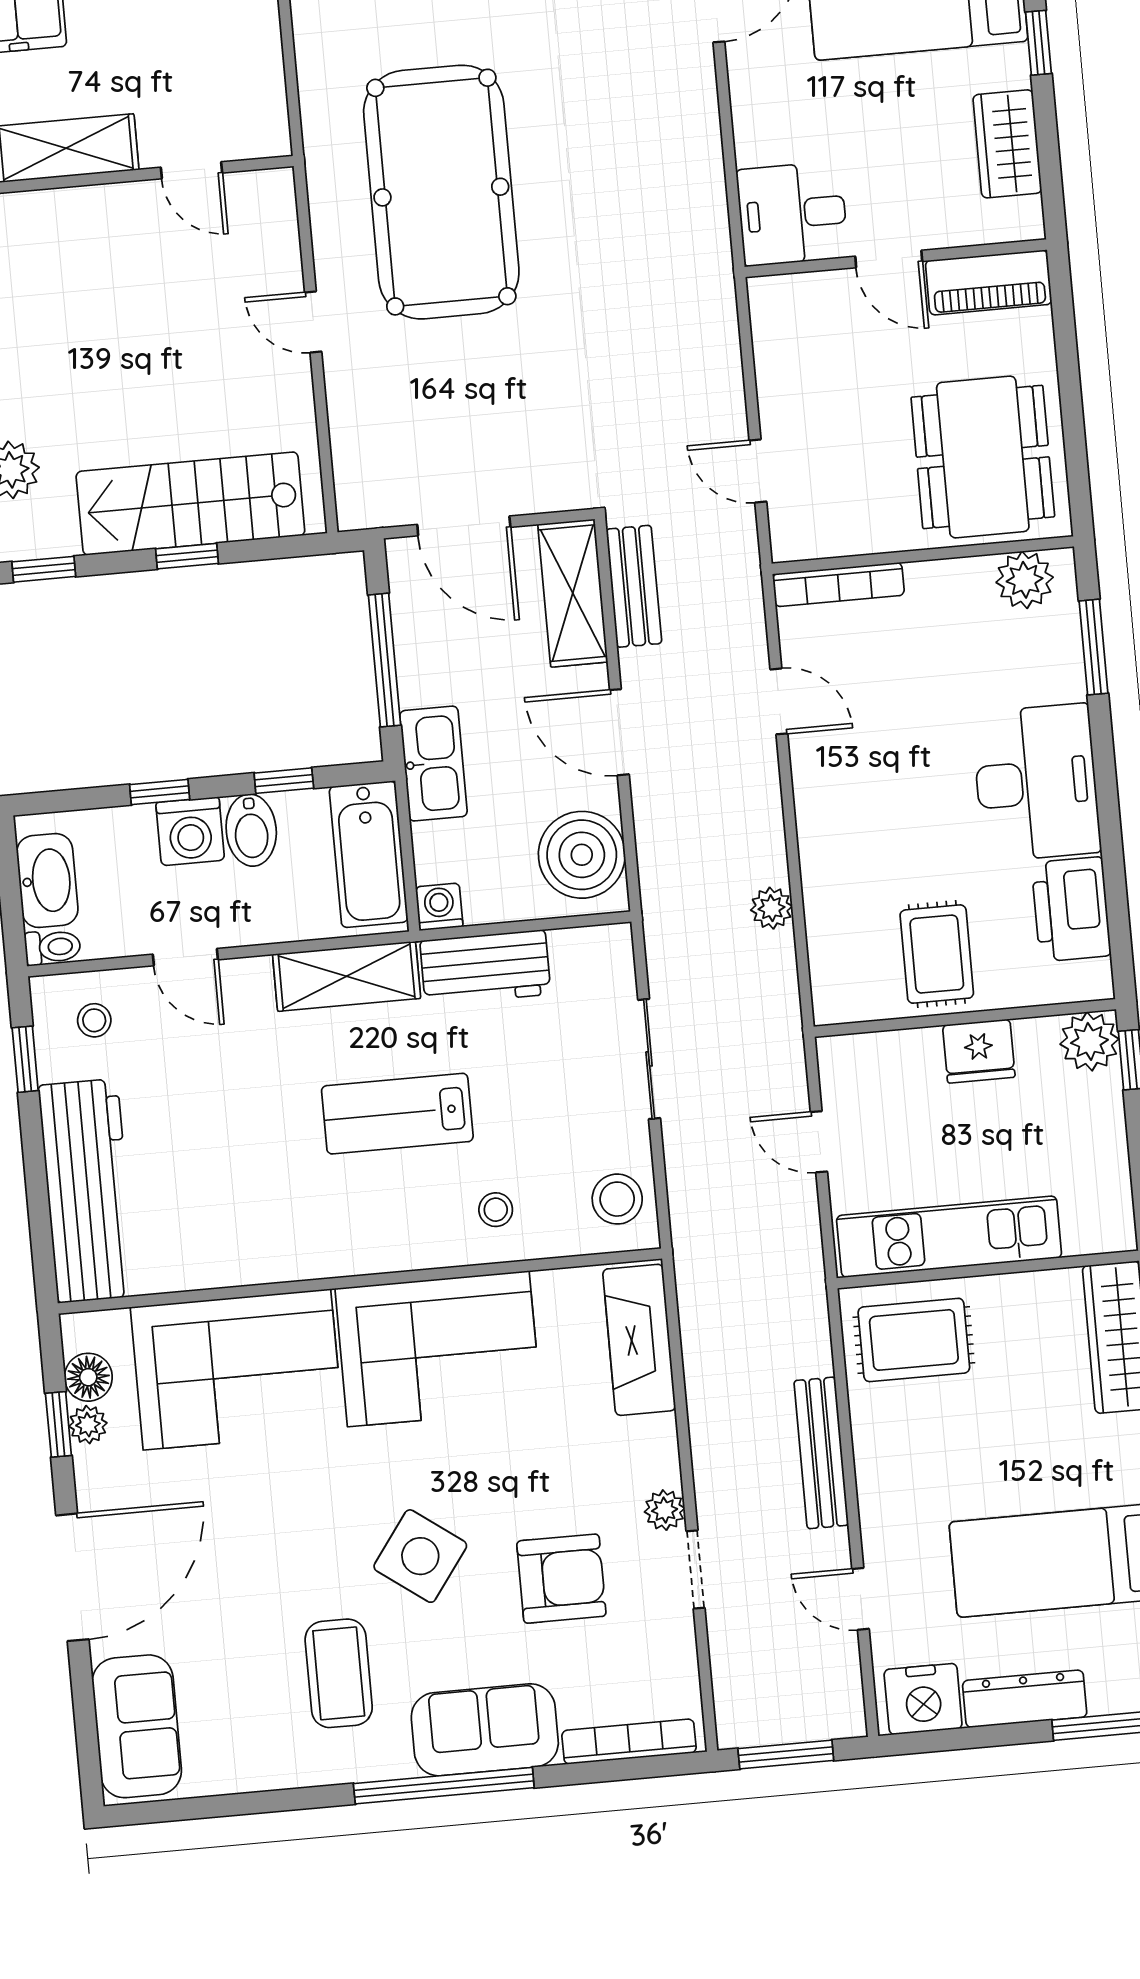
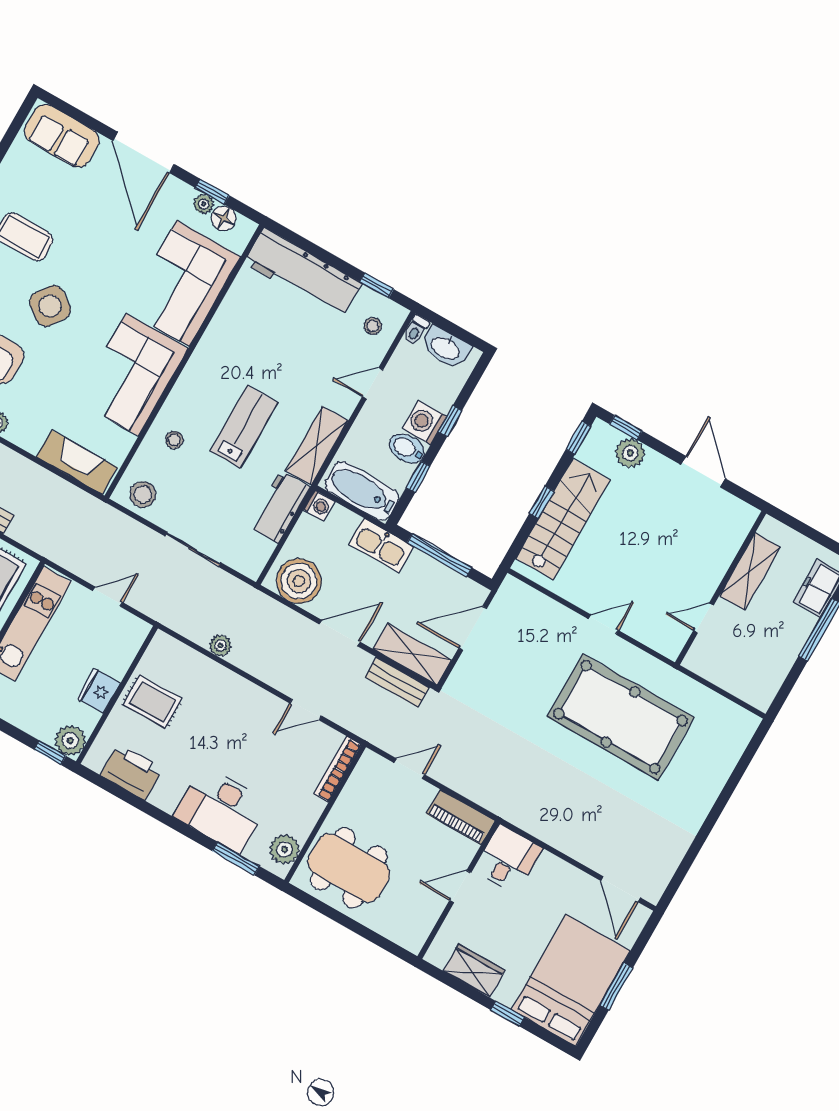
piano: (989, 282) -> (460, 817), moved, turned -90
desk: (1036, 783) -> (221, 809), moved

